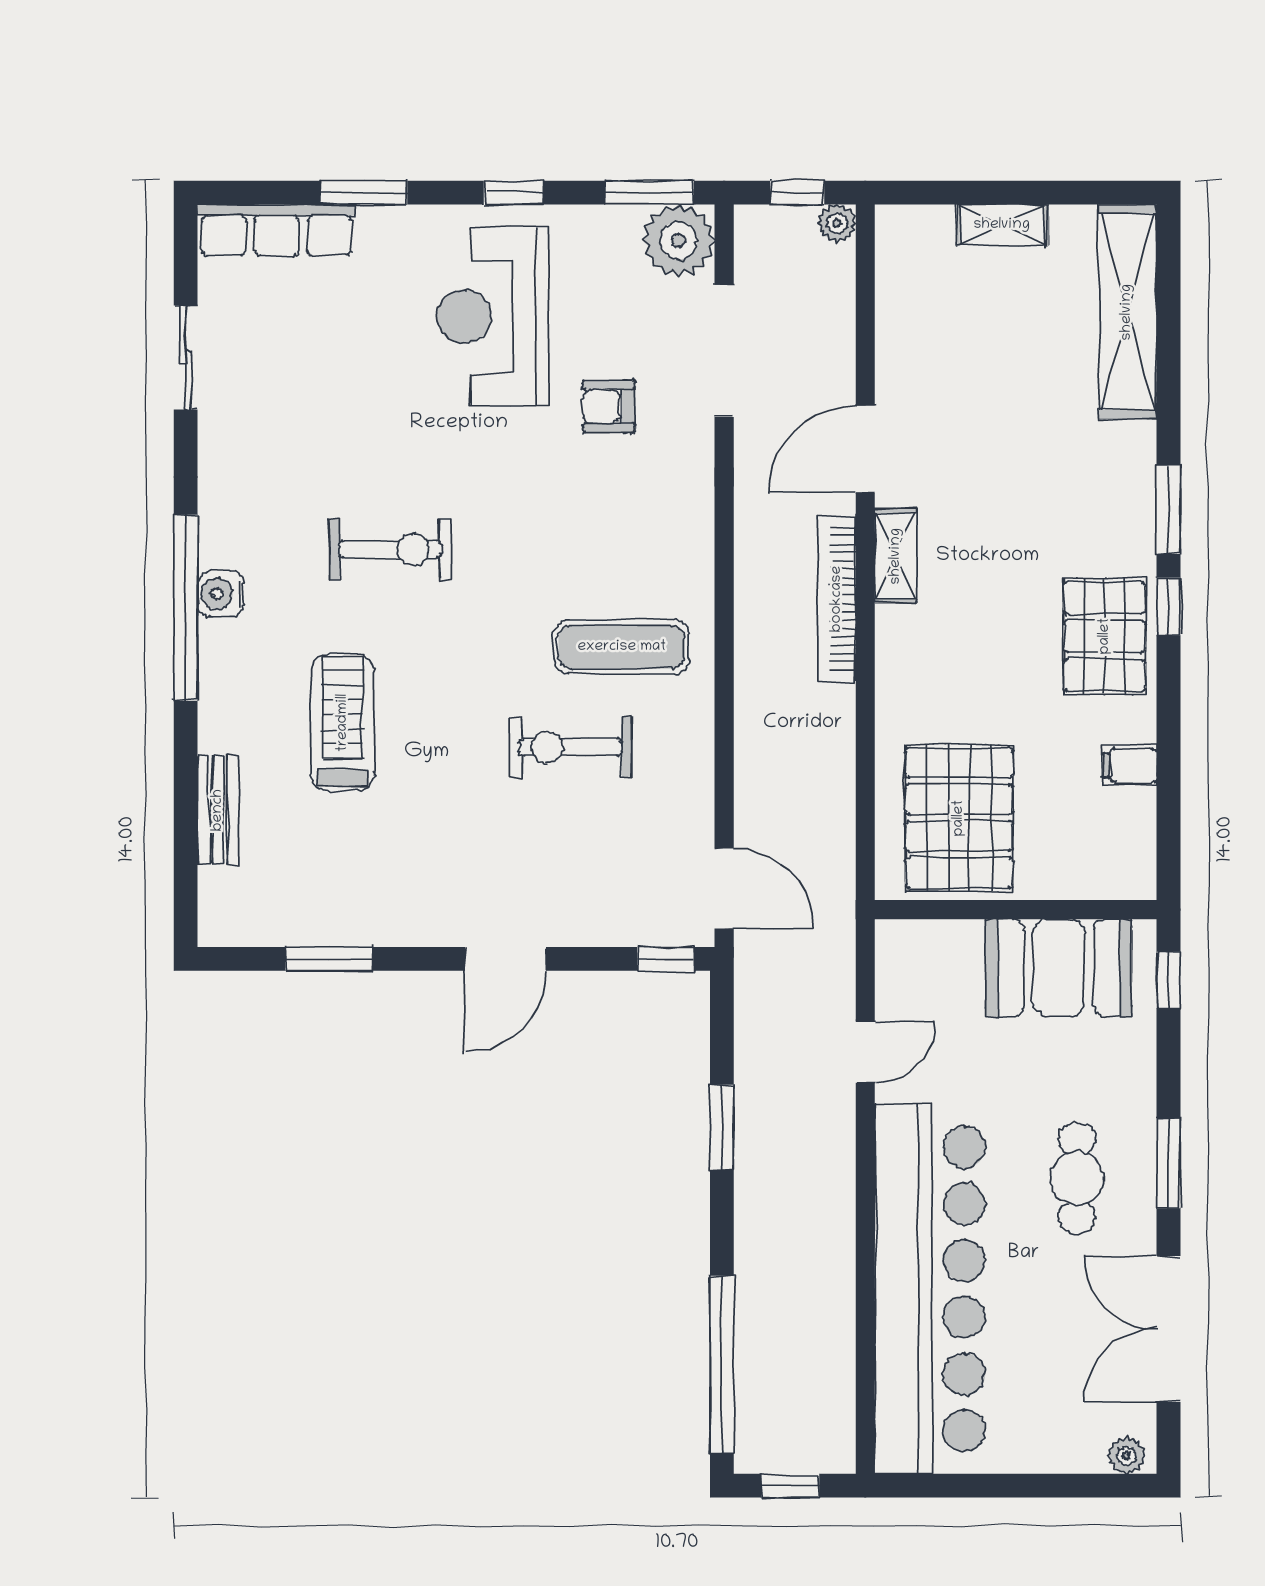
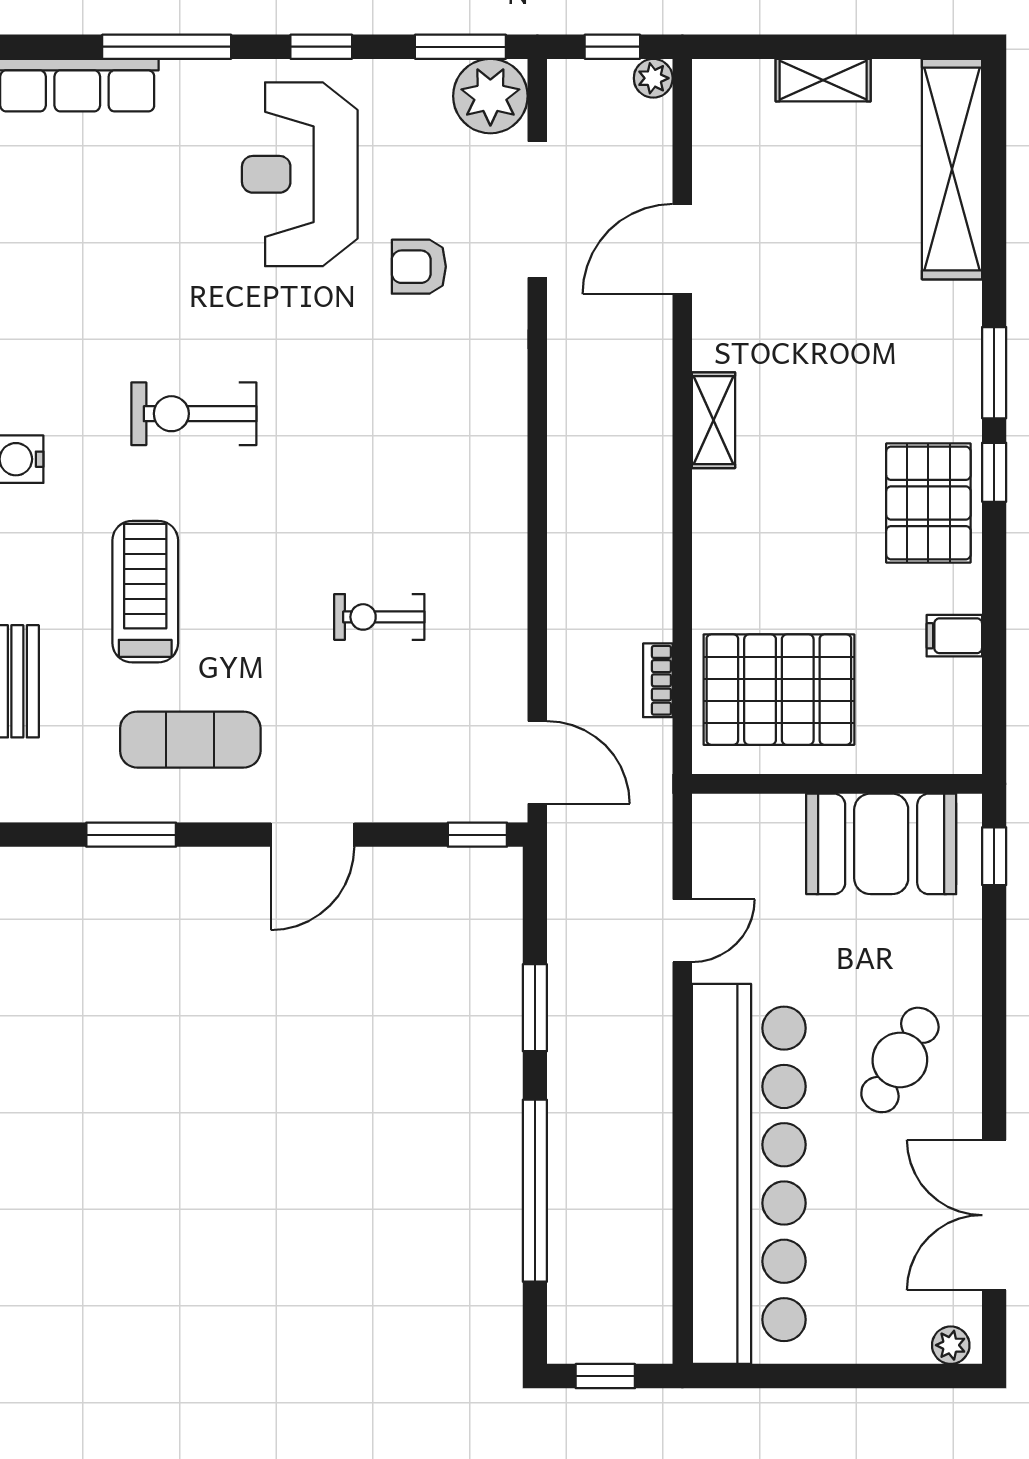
window: (364, 193) -> (167, 47), width x1.44
door: (865, 449) -> (682, 249), moved
exercise bike: (390, 550) -> (194, 414), turned 180
bookcase: (837, 599) -> (658, 680), moved, width x0.43, depth x0.76
exercise mat: (622, 647) -> (190, 740), moved
exercise bike: (570, 747) -> (379, 617), width x0.73, depth x0.72
pallet: (959, 818) -> (779, 690), turned 90
window: (1168, 1163) -> (994, 1045), removed
cafe table: (1077, 1178) -> (900, 1060), turned 30
window: (722, 1364) -> (535, 1191), moved

